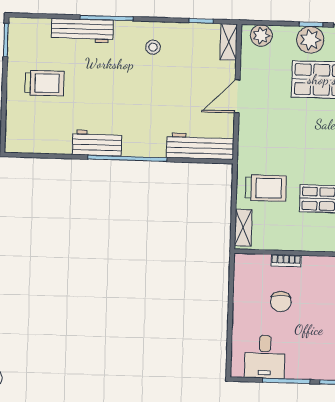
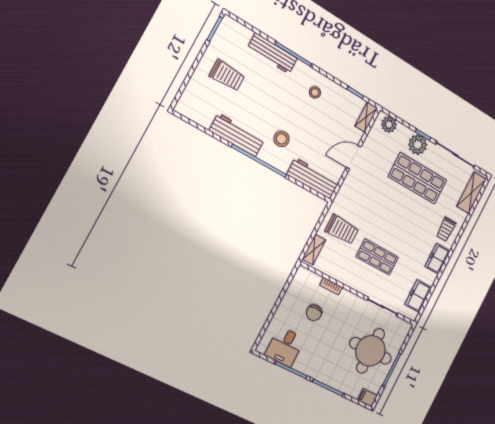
stool: (141, 120) -> (282, 139), added
workbench: (97, 143) -> (237, 135), width x1.38

